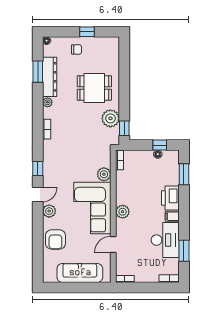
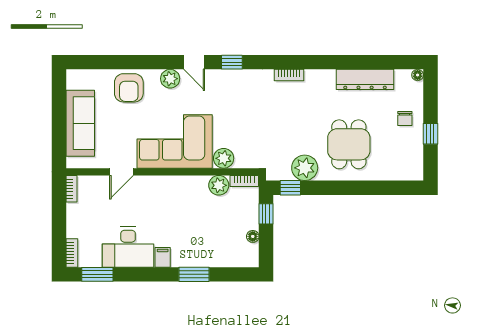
window: (38, 72) -> (373, 62), removed
plant: (47, 102) -> (328, 76), removed
window: (160, 145) -> (266, 214), moved
window: (184, 174) -> (194, 274), moved
printer: (170, 198) -> (189, 255), removed
plant: (123, 212) -> (219, 185), moved
armchair: (55, 239) -> (129, 88), turned -90
door: (113, 245) -> (122, 172), swing flipped
window: (184, 251) -> (97, 274), moved

